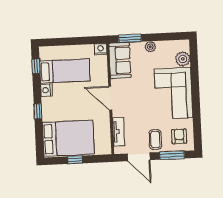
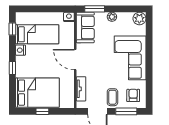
plant: (183, 59) -> (139, 19), moved

